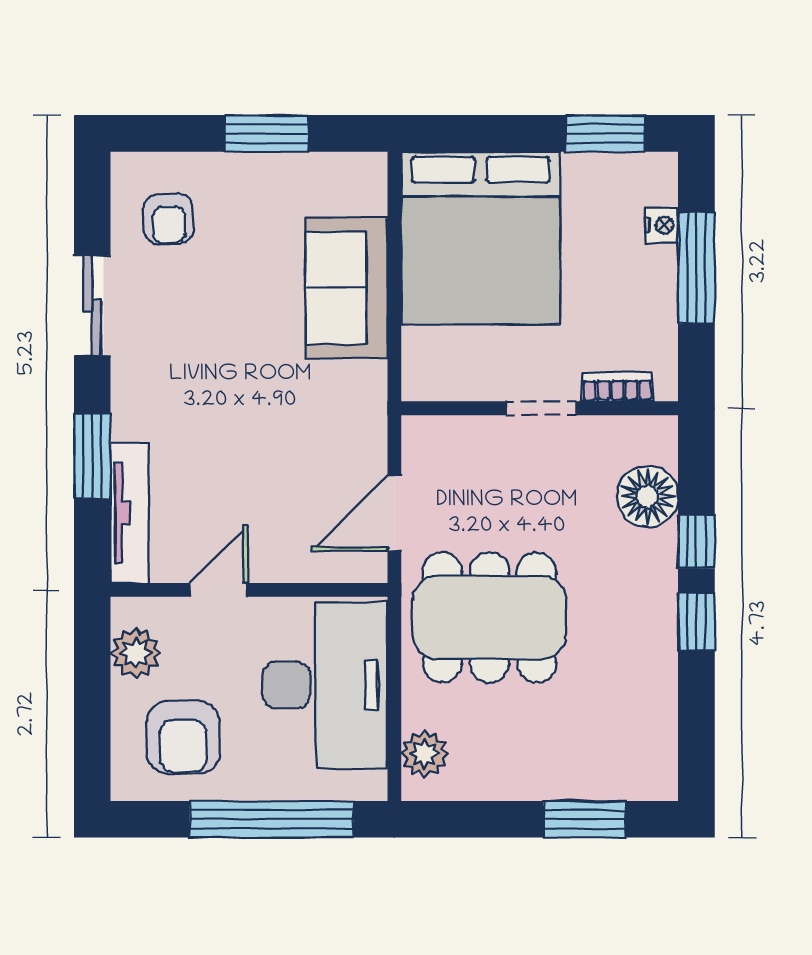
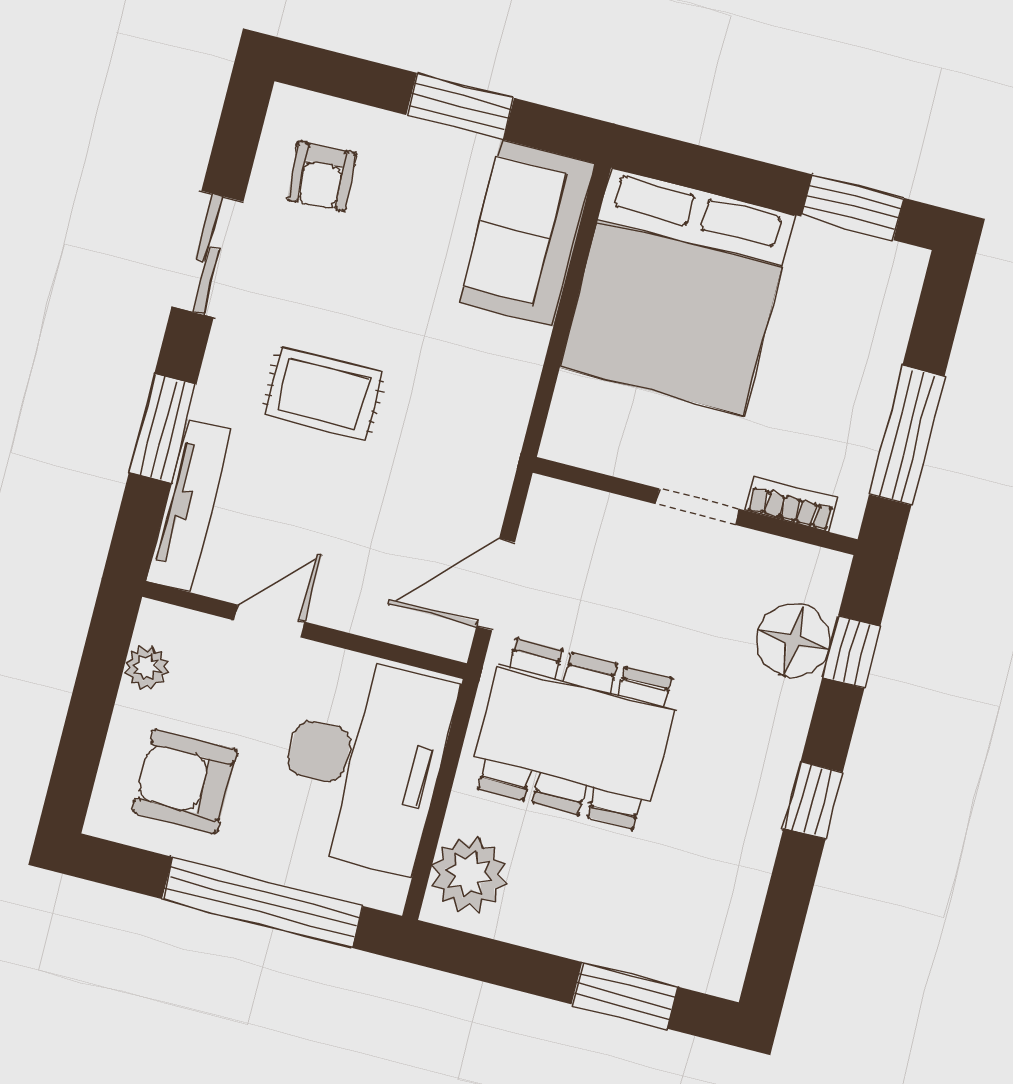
nightstand: (662, 225) -> (891, 330), removed
window: (696, 268) -> (907, 435), moved
sofa: (347, 288) -> (527, 233), moved
rug: (215, 394) -> (323, 393), added
window: (696, 541) -> (851, 652), moved
plant: (136, 653) -> (146, 667), width x0.73, depth x0.73
armchair: (183, 737) -> (185, 781), turned 90
plant: (424, 754) -> (469, 874), width x1.36, depth x1.36

